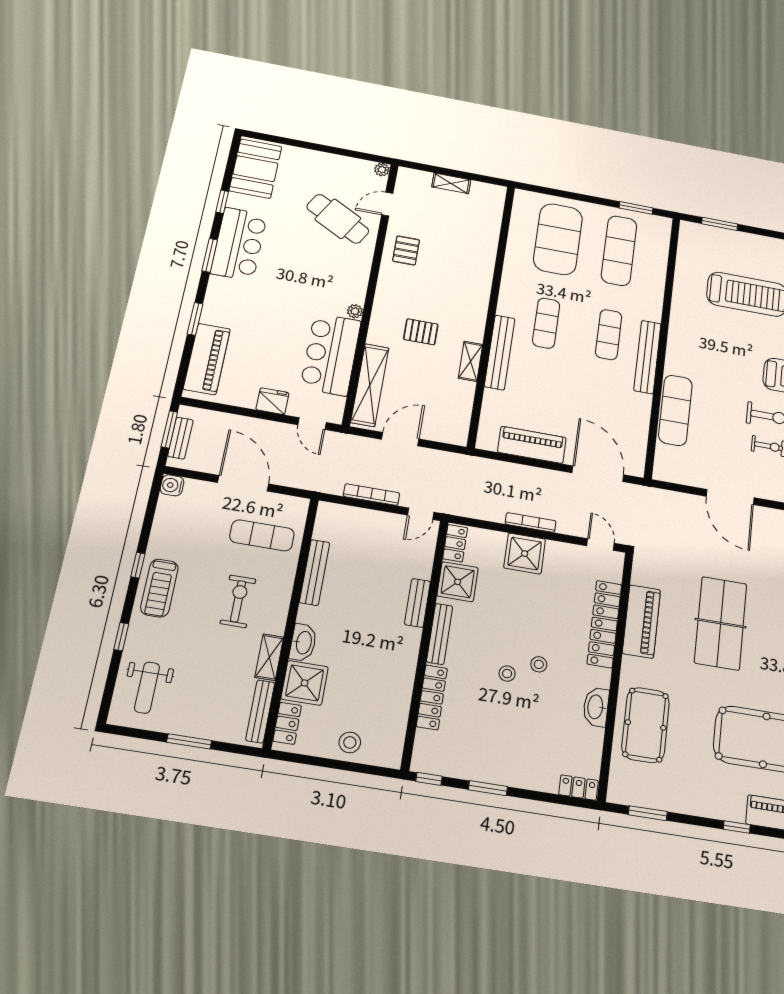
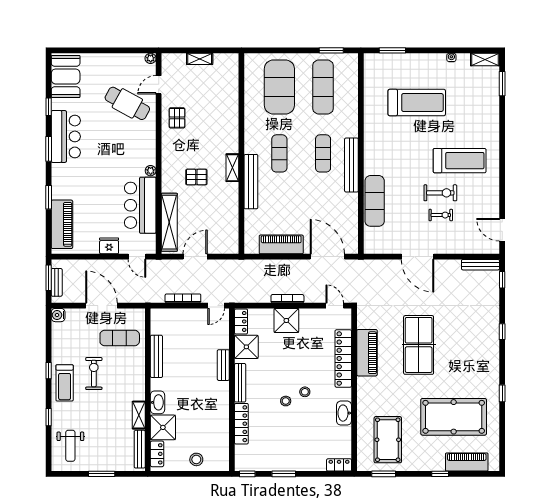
shelving: (470, 361) -> (232, 168), moved
exercise bike: (238, 601) -> (94, 373), moved
pool table: (646, 725) -> (388, 440), moved

